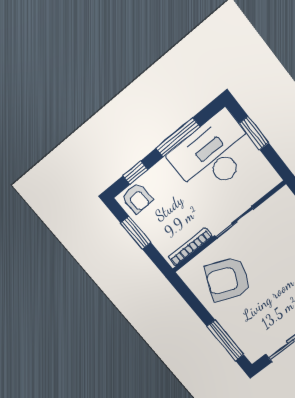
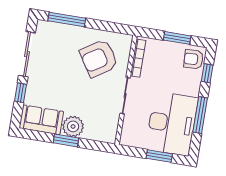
armchair: (228, 279) -> (99, 58), turned -146

